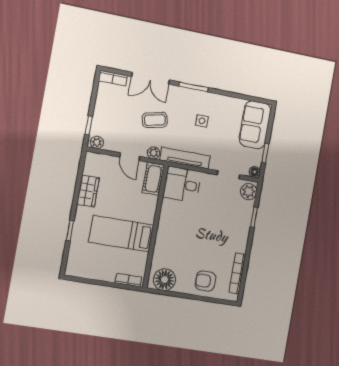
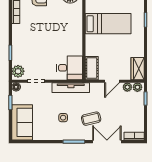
coffee table: (155, 120) -> (91, 119), moved
plant: (153, 153) -> (127, 87), moved
door: (130, 157) -> (112, 81), swing flipped
wardrobe: (88, 191) -> (138, 69), moved

